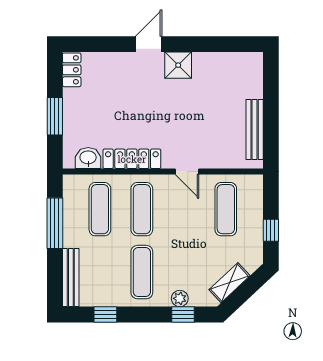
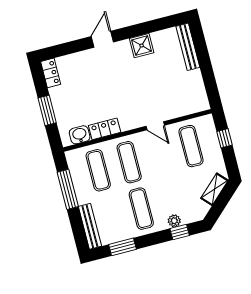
shower: (178, 65) -> (142, 46), moved
bench: (255, 129) -> (188, 47), moved
locker: (132, 159) -> (105, 129), width x0.66
window: (271, 230) -> (224, 138), moved
shelving: (230, 283) -> (214, 189), moved
window: (105, 315) -> (123, 247), width x1.50

